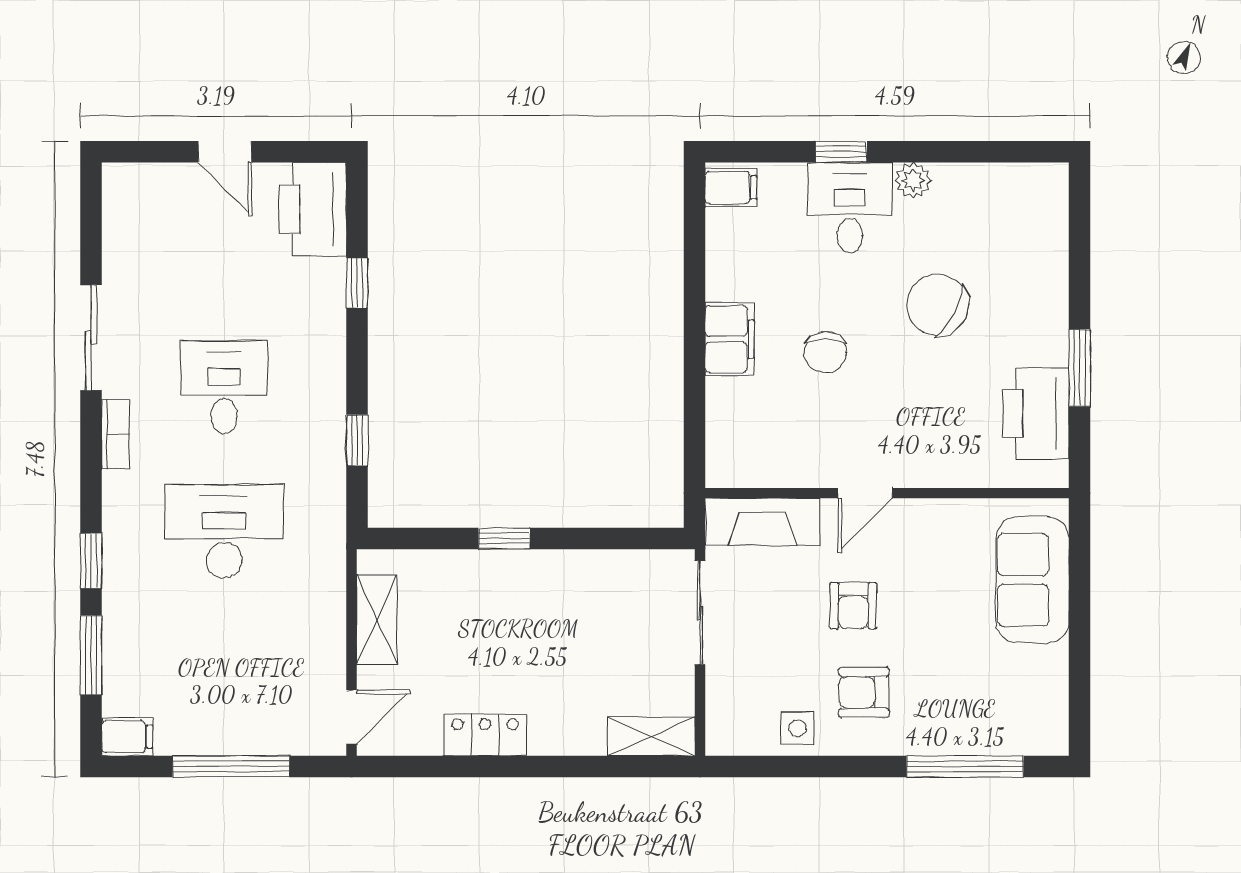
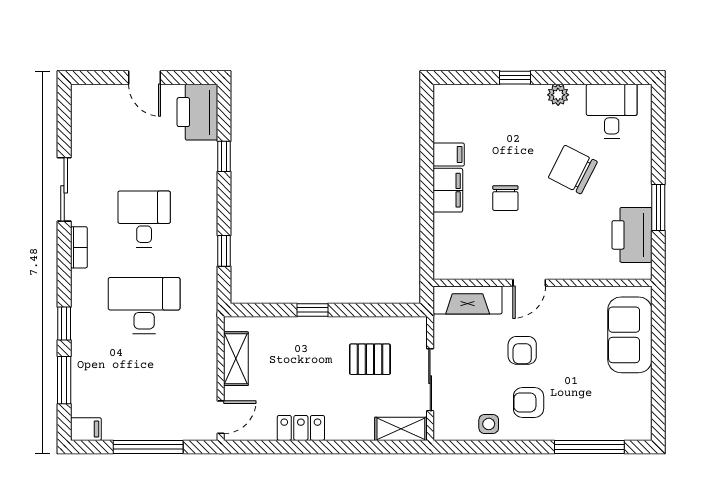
filing cabinet: (731, 188) -> (449, 154), moved
desk: (850, 208) -> (612, 111), moved
sliding door: (700, 613) -> (430, 380), moved
pallet: (600, 620) -> (370, 359), added

